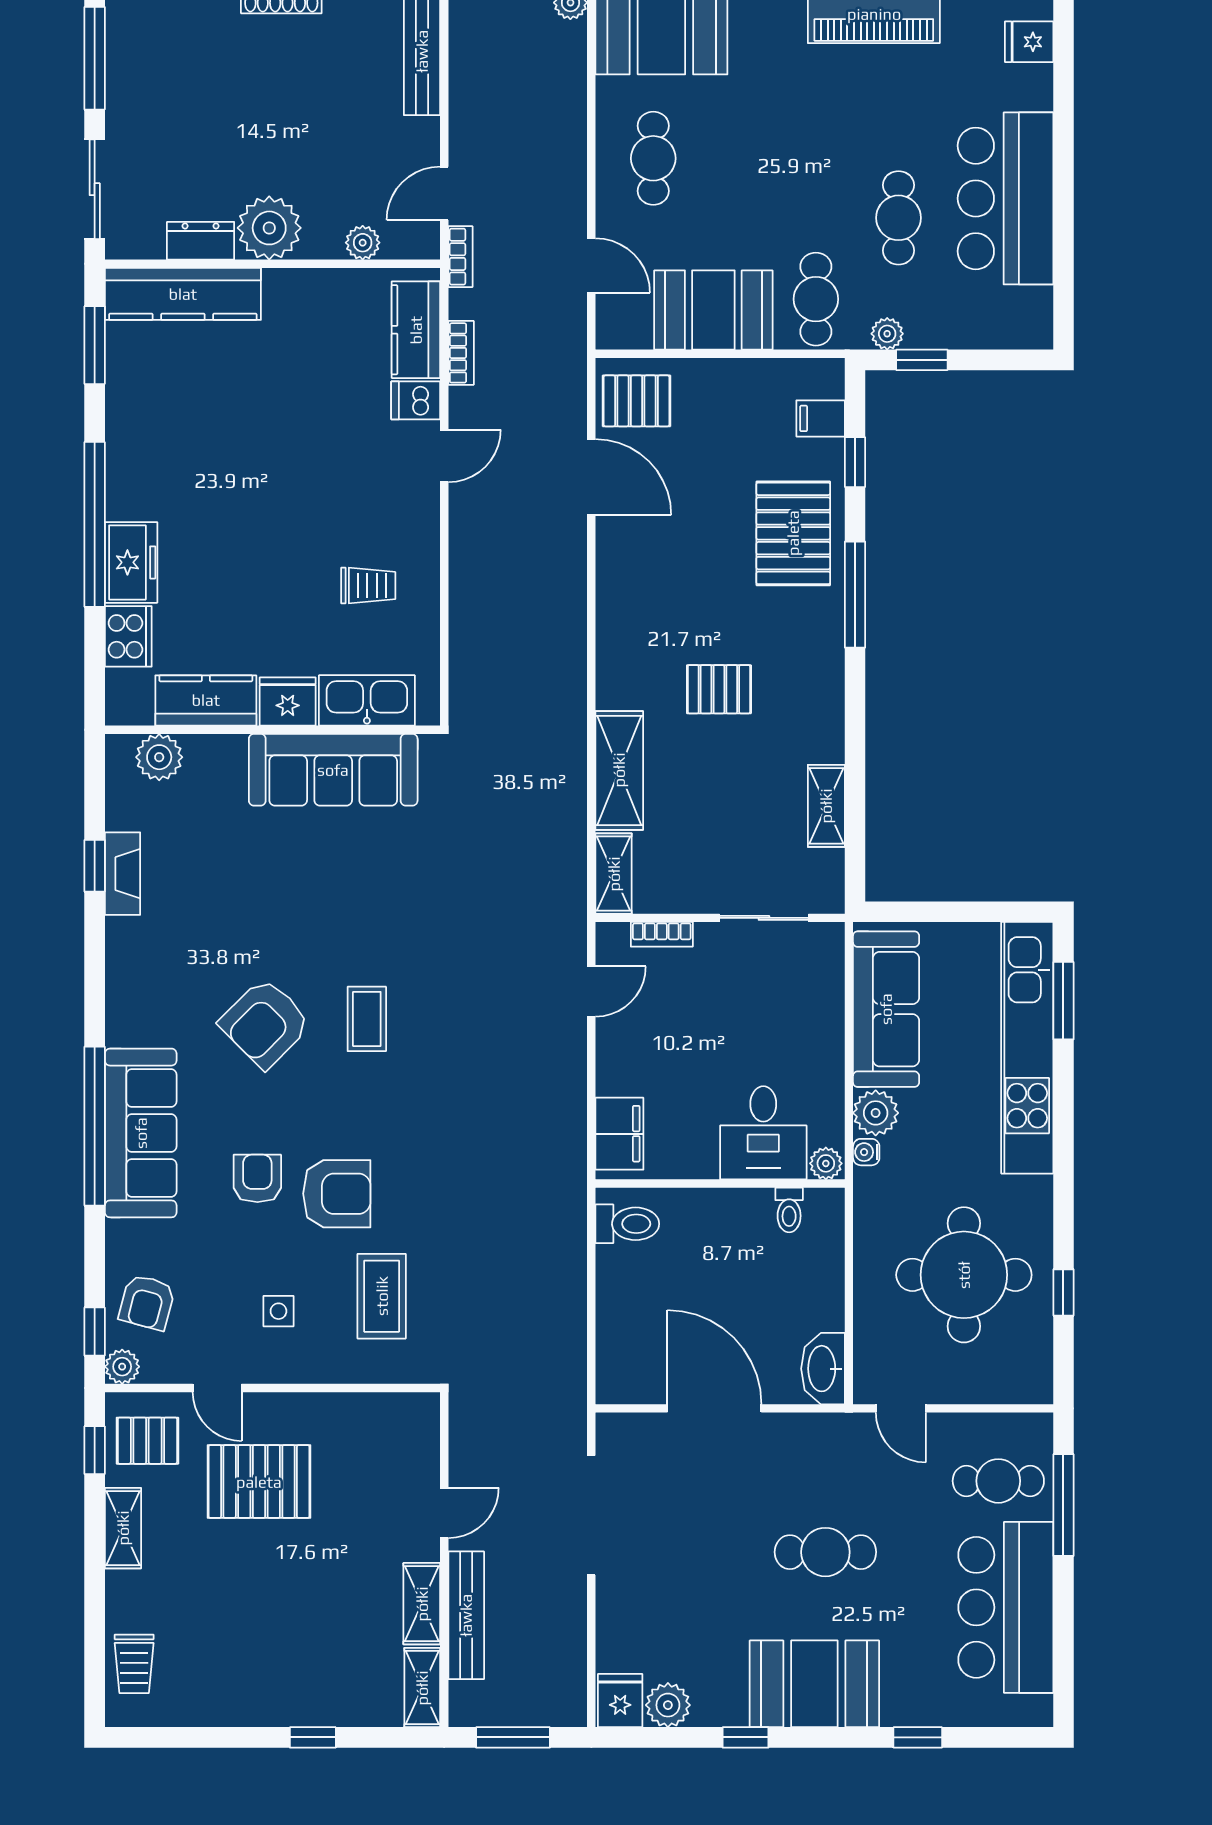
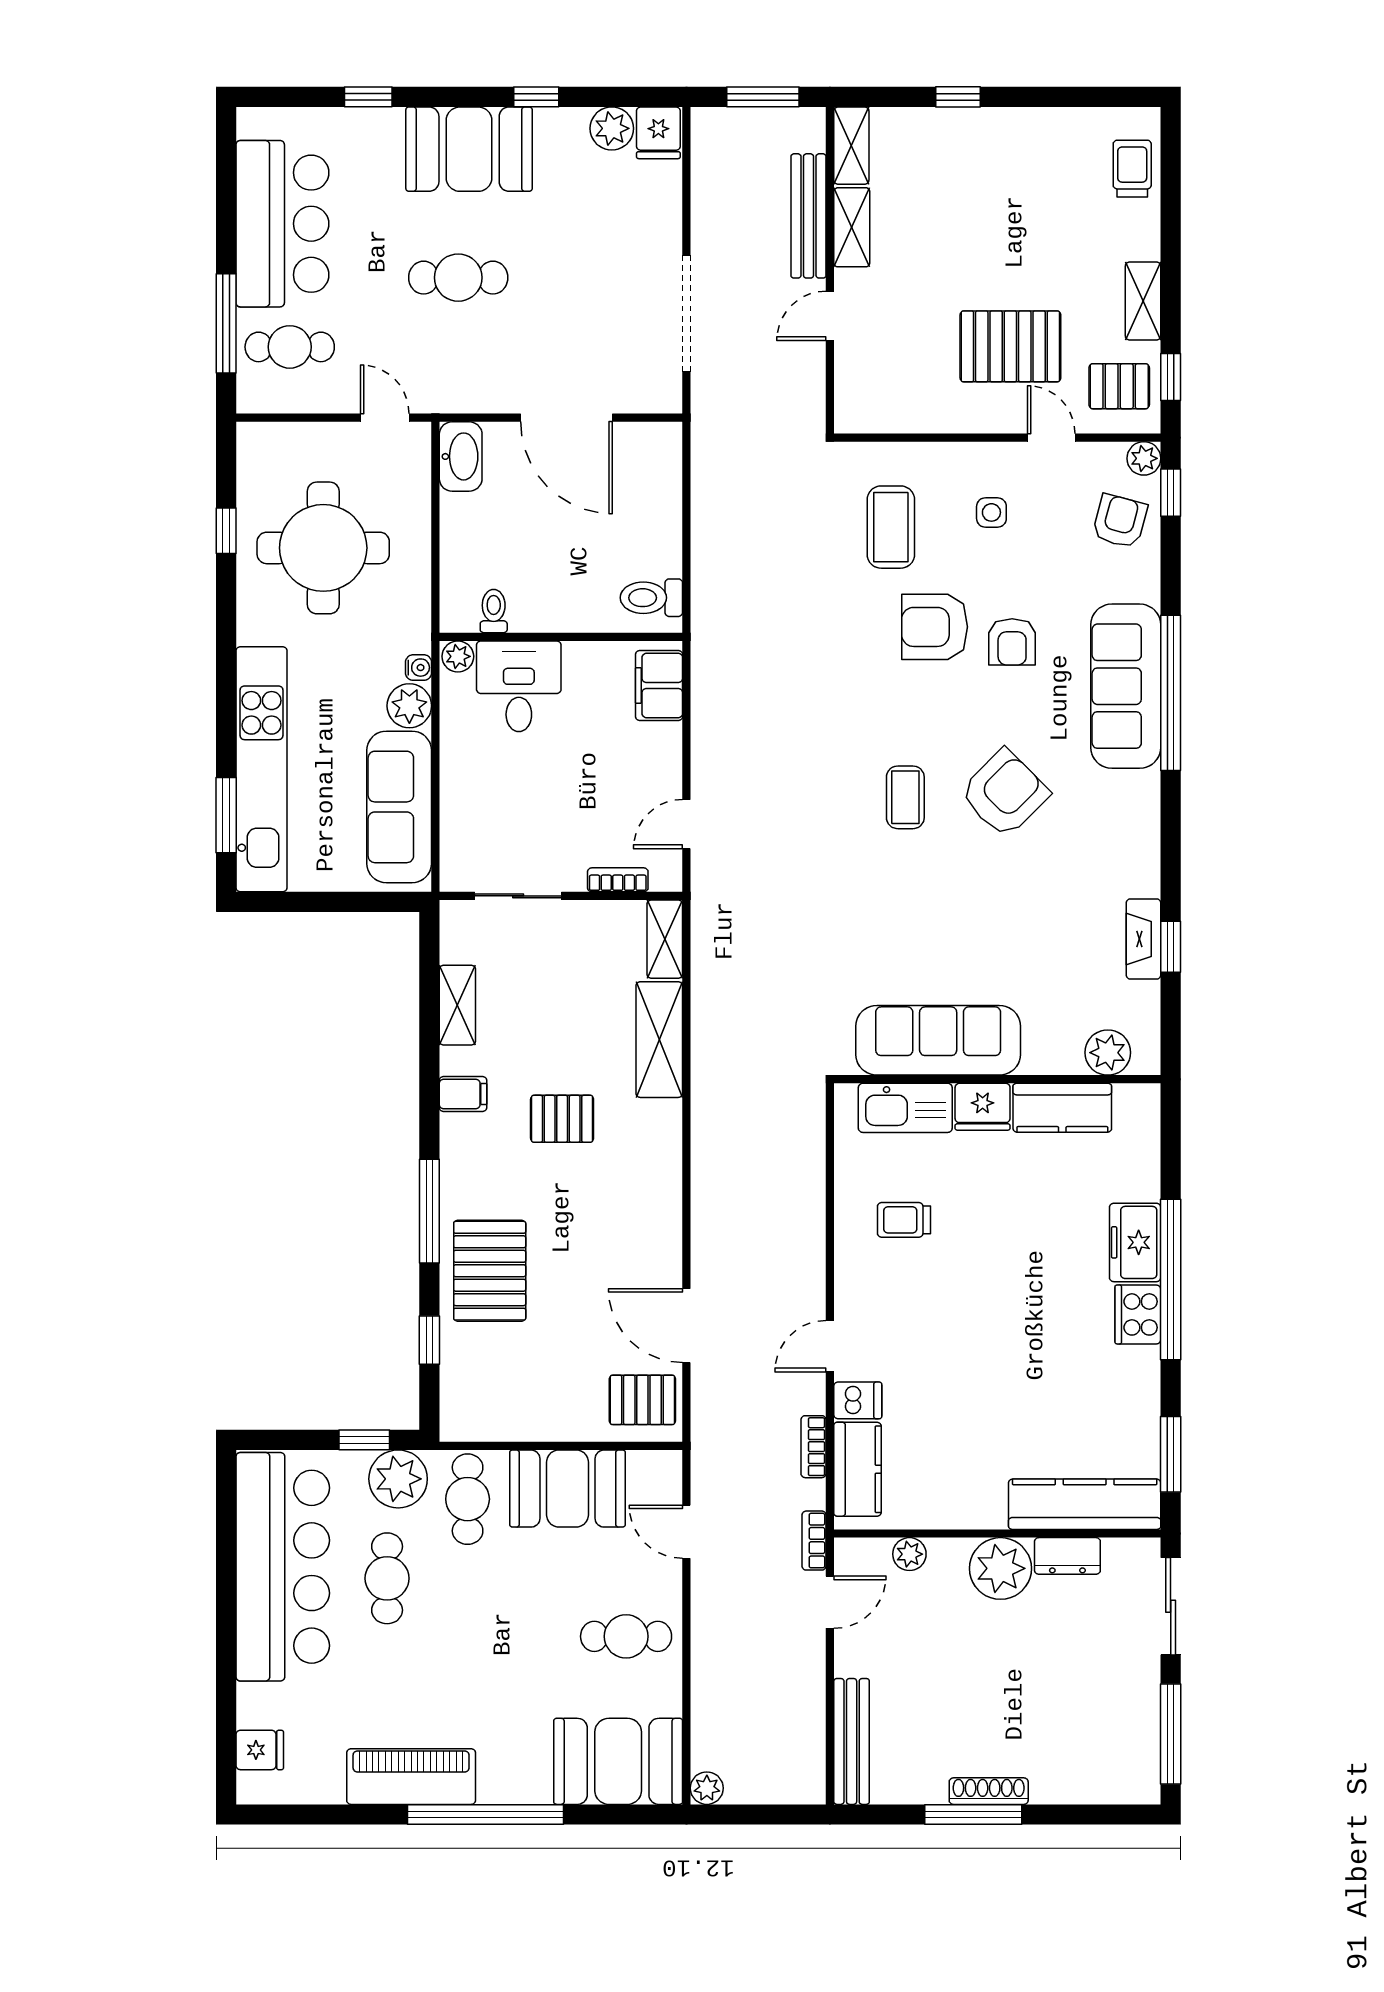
cafe table: (653, 158) -> (626, 1636), turned 90
bar counter: (1005, 198) -> (283, 1567), width x1.36
plant: (887, 334) -> (398, 1479), width x1.87, depth x1.87
filing cabinet: (821, 418) -> (463, 1094), moved
cooker: (128, 636) -> (1138, 1314), moved

